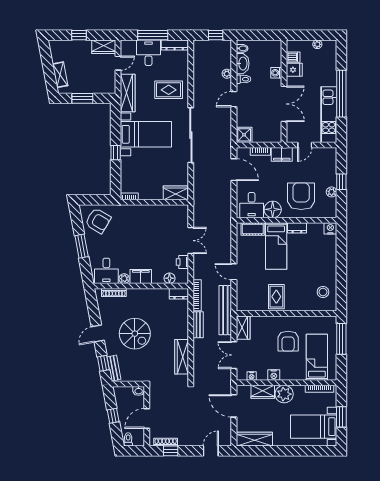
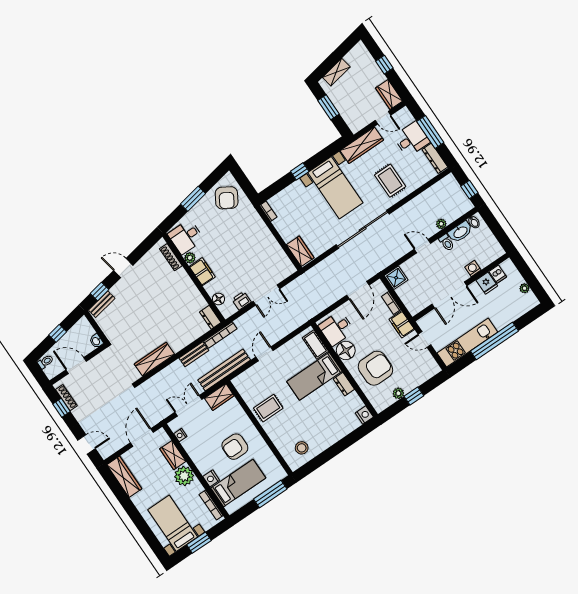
spiral stairs: (135, 334) -> (146, 302), removed
nightstand: (274, 375) -> (211, 478), moved

